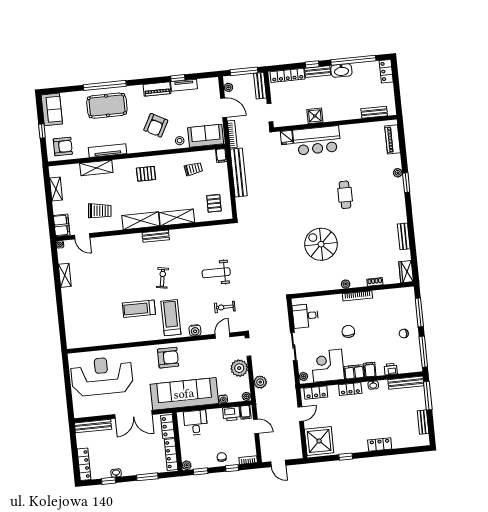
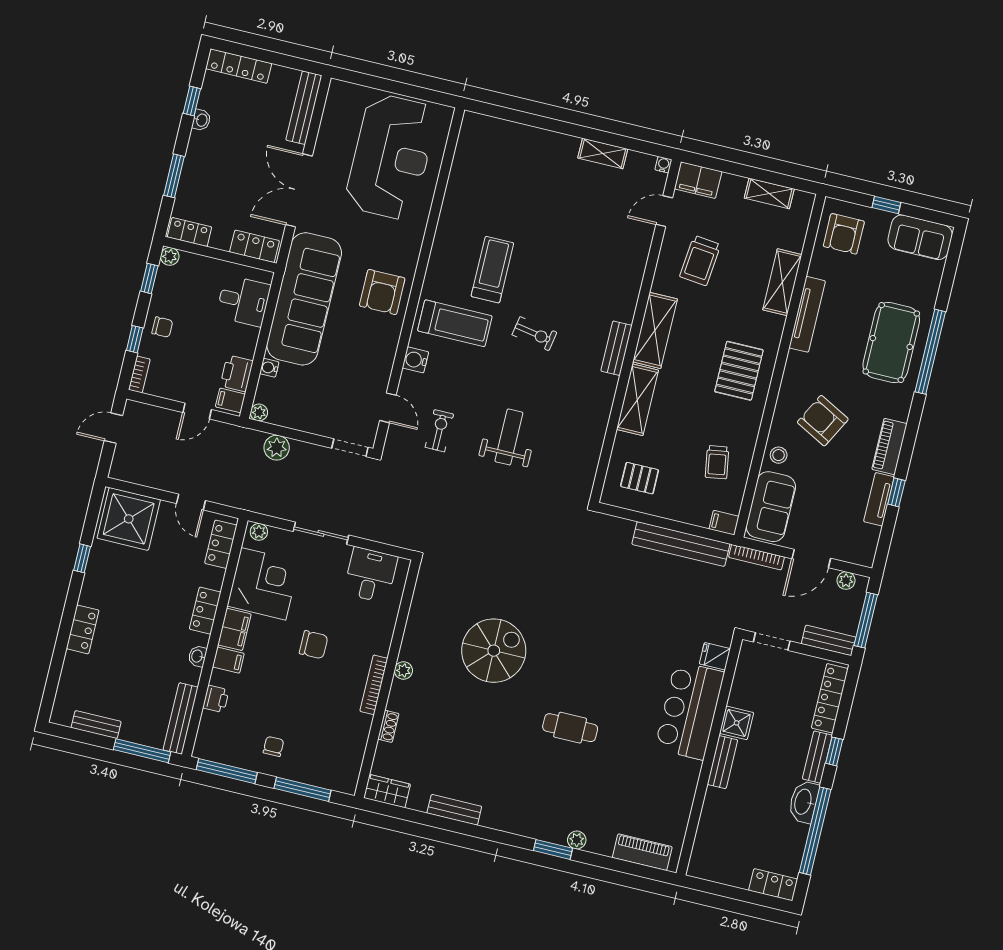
bench: (374, 112) -> (722, 762), moved
pallet: (146, 174) -> (739, 371), width x1.50, depth x1.42
plant: (239, 368) -> (316, 418), removed
locker: (171, 455) -> (190, 232), width x0.66

